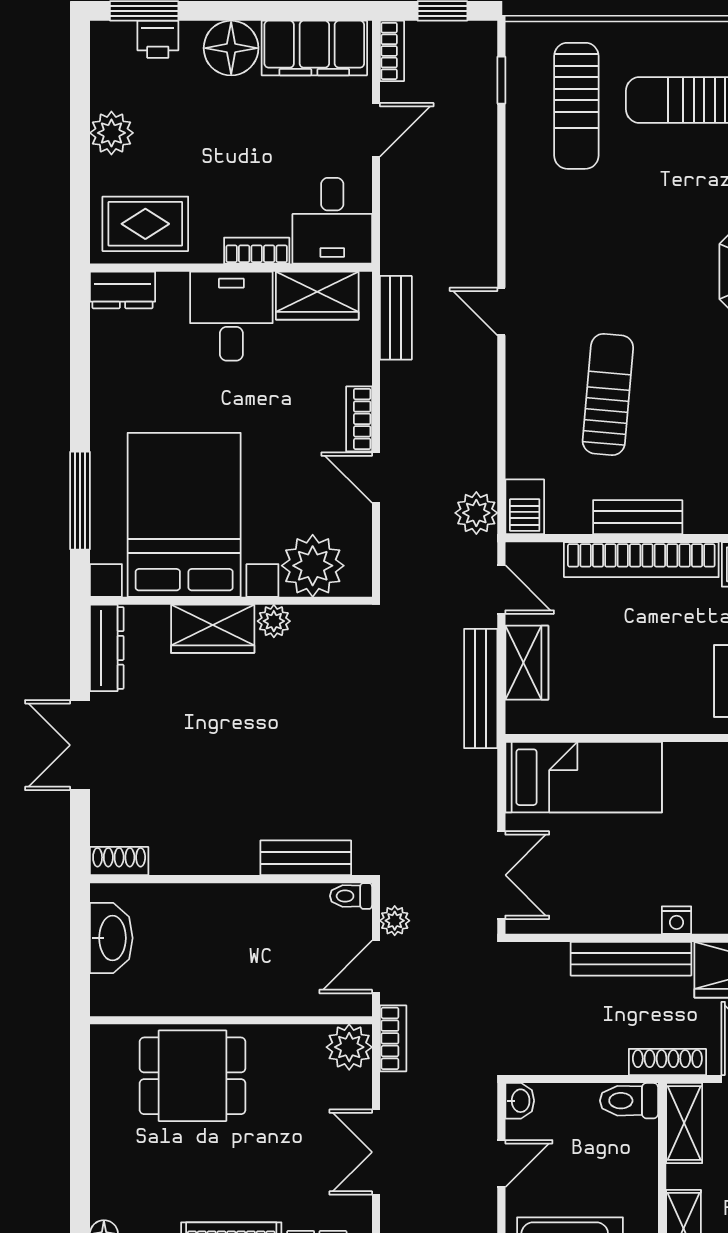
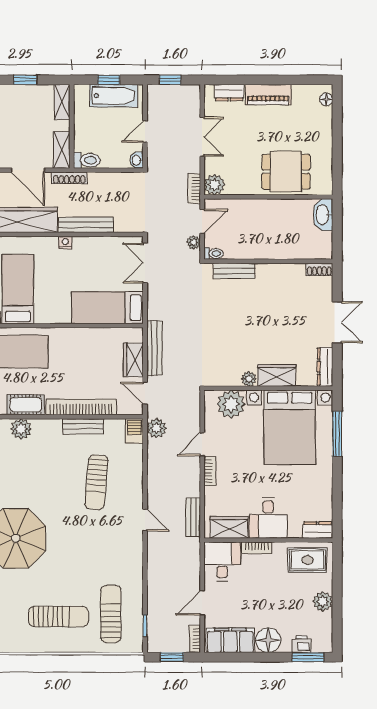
door: (376, 478) -> (202, 444), swing flipped
washbasin: (111, 938) -> (323, 215), moved

